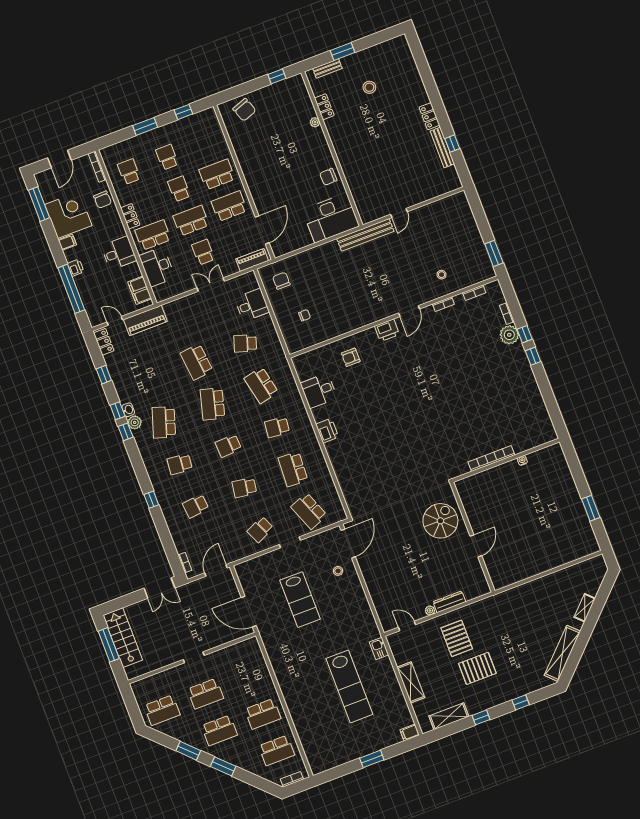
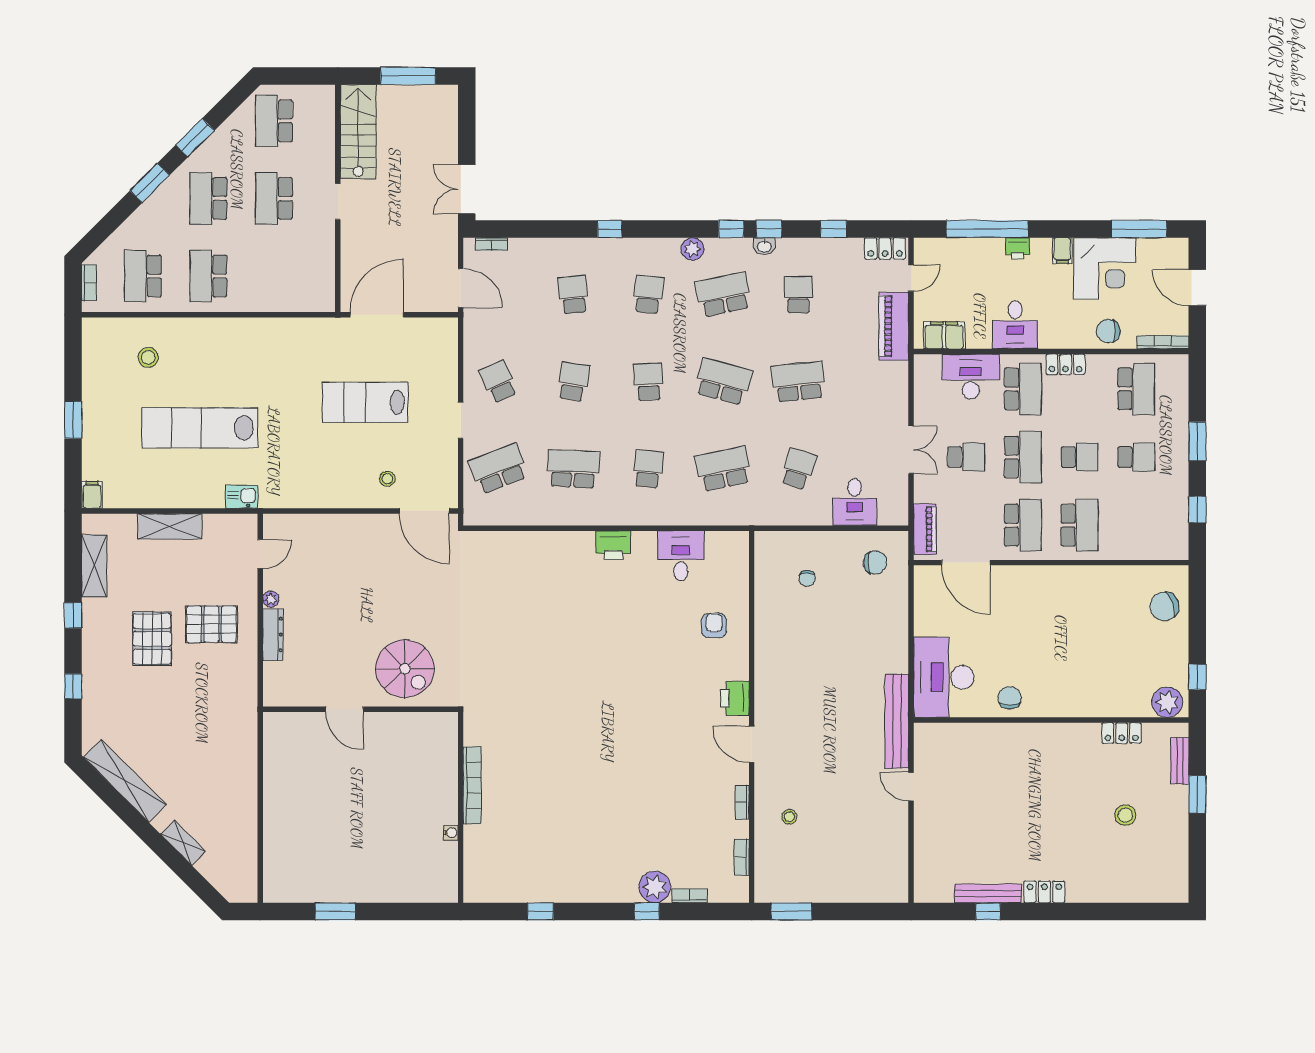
plant: (315, 122) -> (1167, 702), moved, width x1.88, depth x1.88
school desk: (129, 172) -> (1136, 389), width x1.85
window: (533, 356) -> (540, 911), moved
school desk: (148, 380) -> (798, 294), added
plant: (135, 422) -> (692, 249), moved
school desk: (164, 422) -> (723, 294), turned -30
stairs: (123, 638) -> (358, 132), moved, turned -90
stool: (321, 730) -> (148, 357), added

